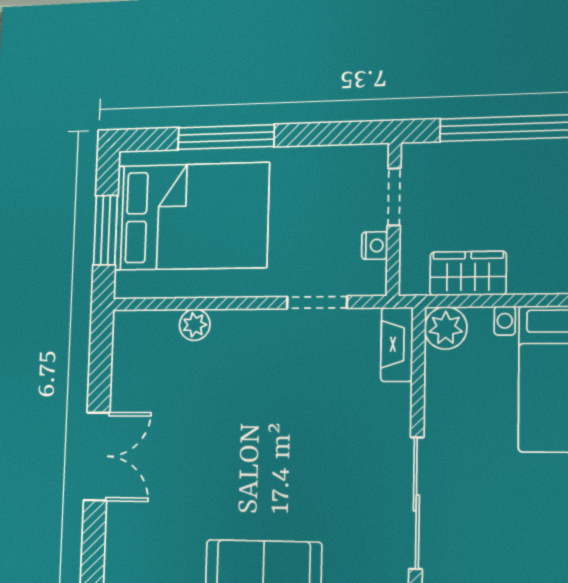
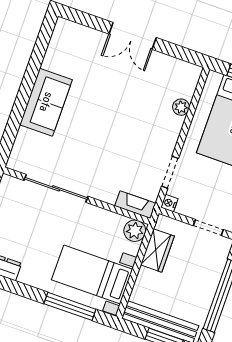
nightstand: (375, 246) -> (169, 203), moved, turned 90

